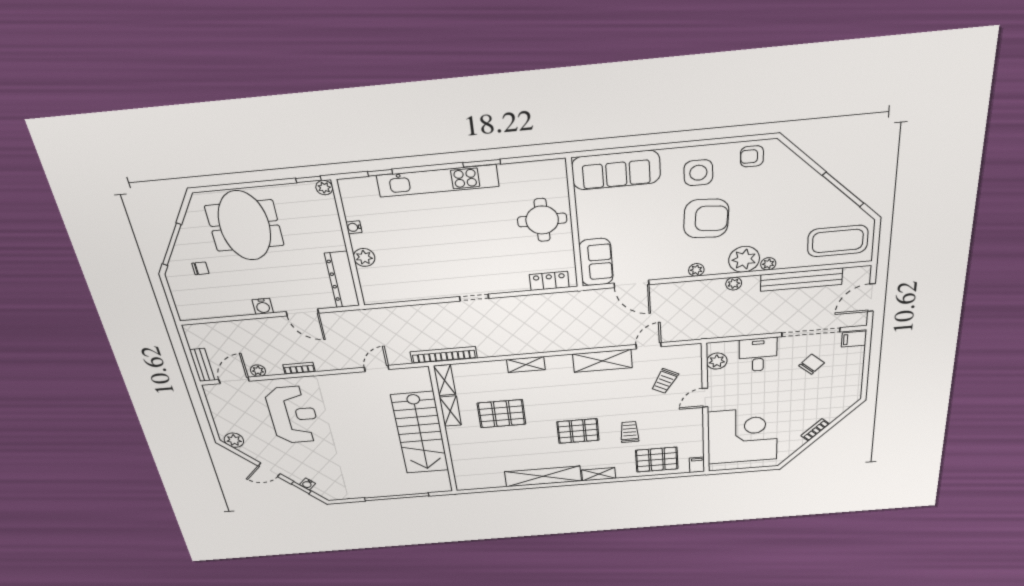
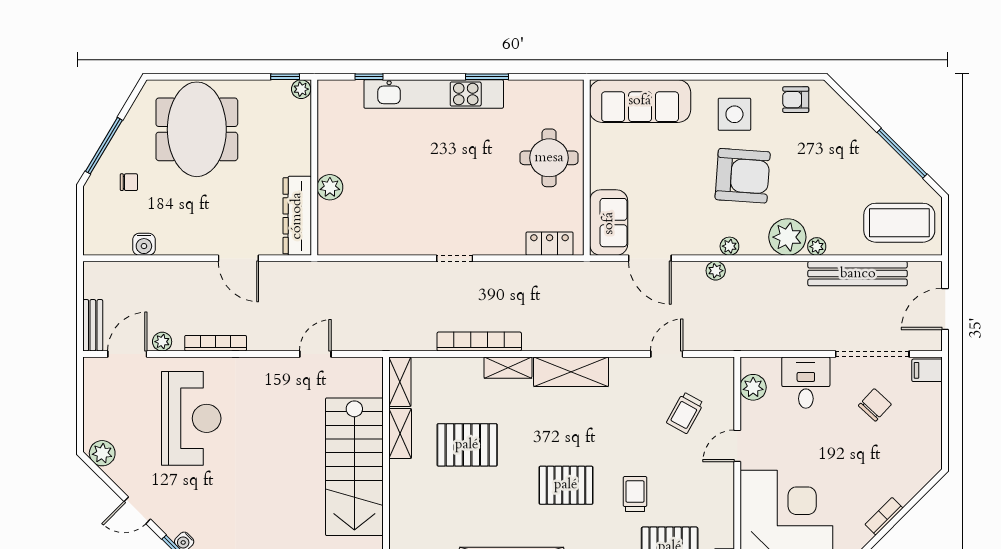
water cooler: (354, 227) -> (325, 145), removed
plant: (734, 284) -> (716, 271), moved
water cooler: (263, 306) -> (144, 244), moved
bookcase: (444, 355) -> (479, 342), moved
shelving: (602, 361) -> (571, 372), moved
bookcase: (299, 368) -> (216, 343), width x1.56

